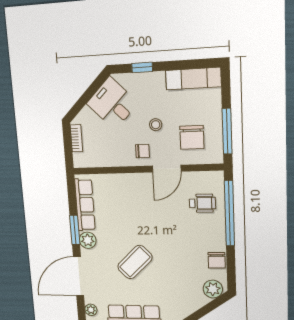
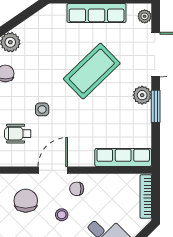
bookcase: (77, 138) -> (146, 196), width x1.56
row of seats: (85, 205) -> (123, 157), moved, turned 90
side table: (180, 227) -> (42, 109), added
coffee table: (135, 262) -> (92, 71), width x1.36, depth x1.32

